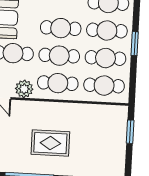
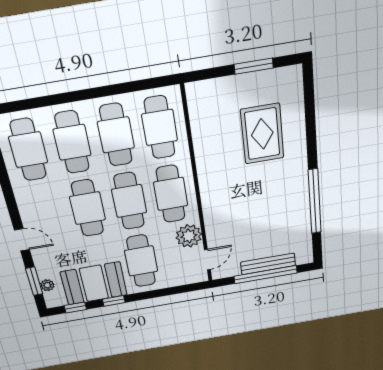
window: (135, 44) -> (81, 95), removed
window: (130, 132) -> (254, 66), moved
rug: (50, 143) -> (262, 134), moved

